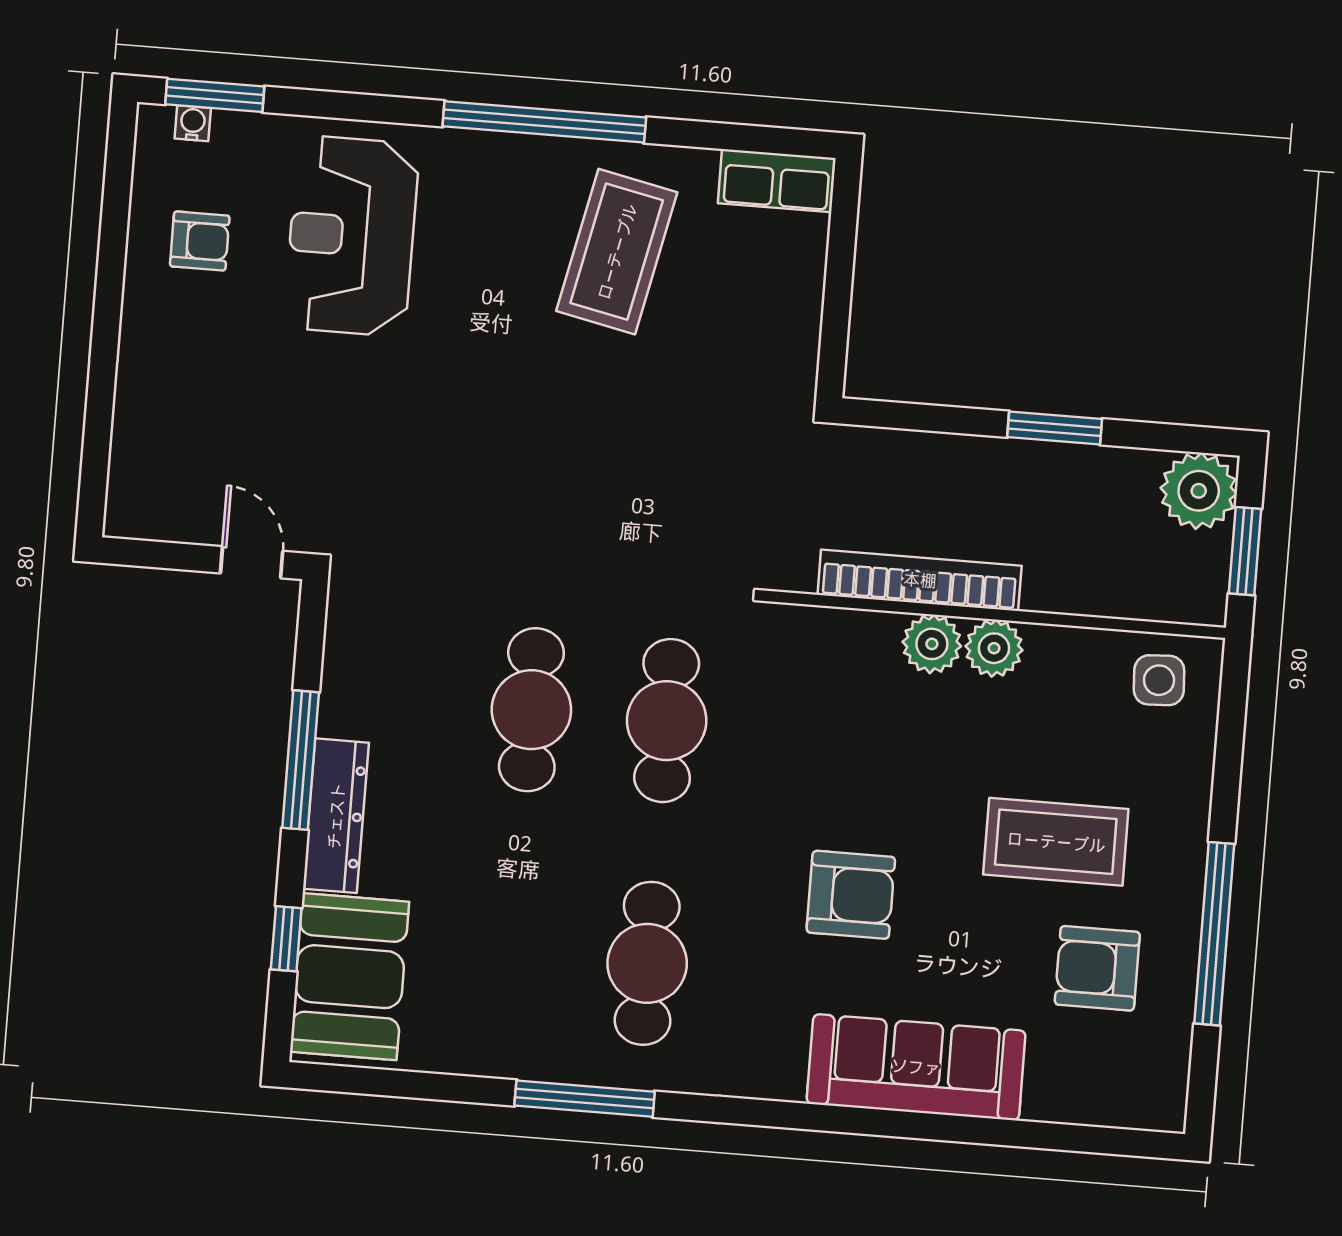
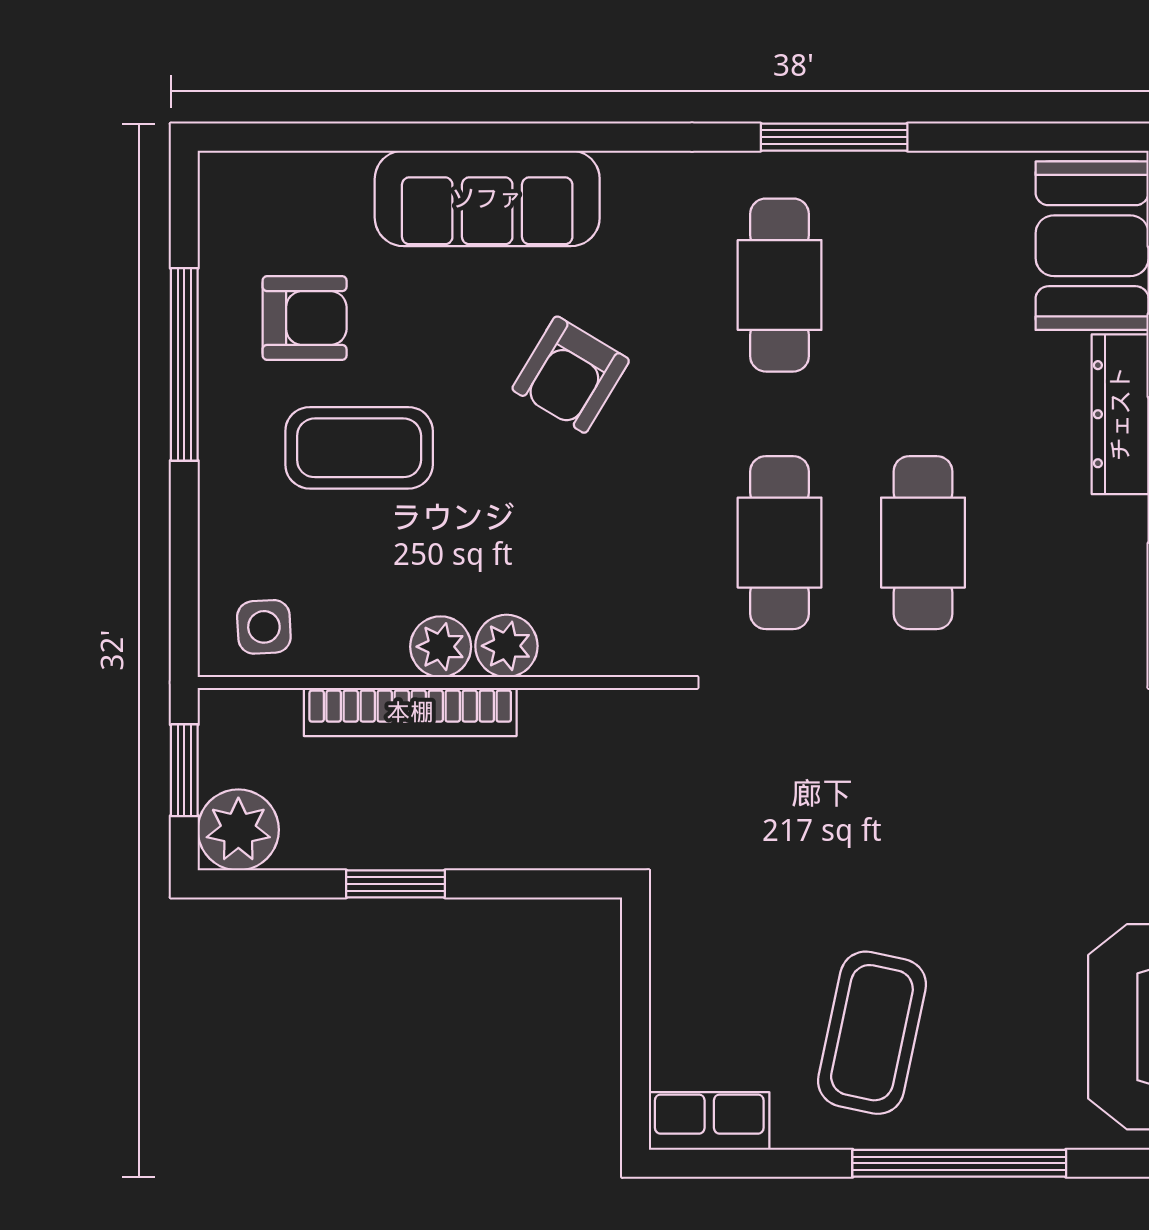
bookcase: (920, 580) -> (410, 712), moved
armchair: (851, 895) -> (571, 375), turned -59

